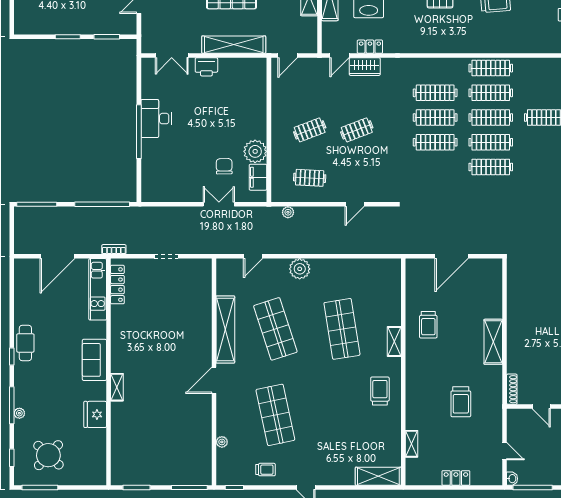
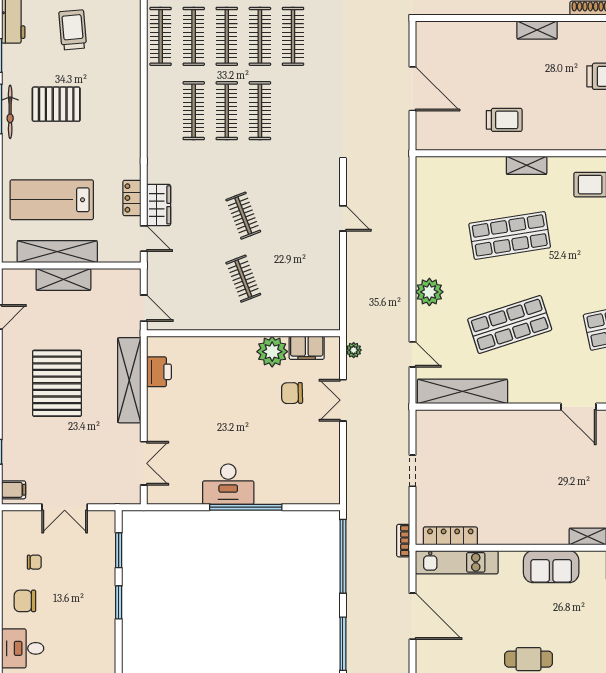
printer: (206, 67) -> (159, 372), moved
clothes rail: (310, 178) -> (308, 279), removed
plant: (288, 212) -> (354, 350), moved
shelving: (225, 330) -> (462, 391), moved
shelving: (493, 342) -> (537, 30), width x0.67, depth x0.75

